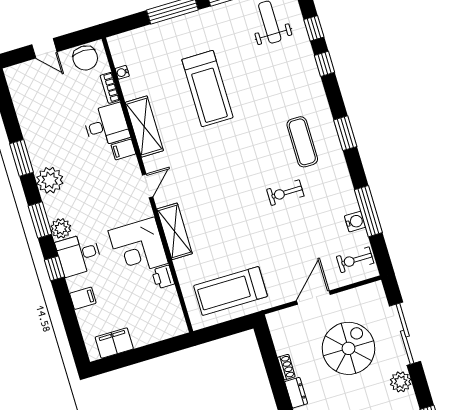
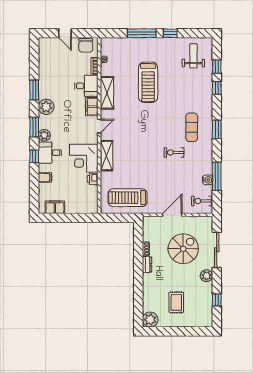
filing cabinet: (123, 149) -> (92, 107), width x2.00

